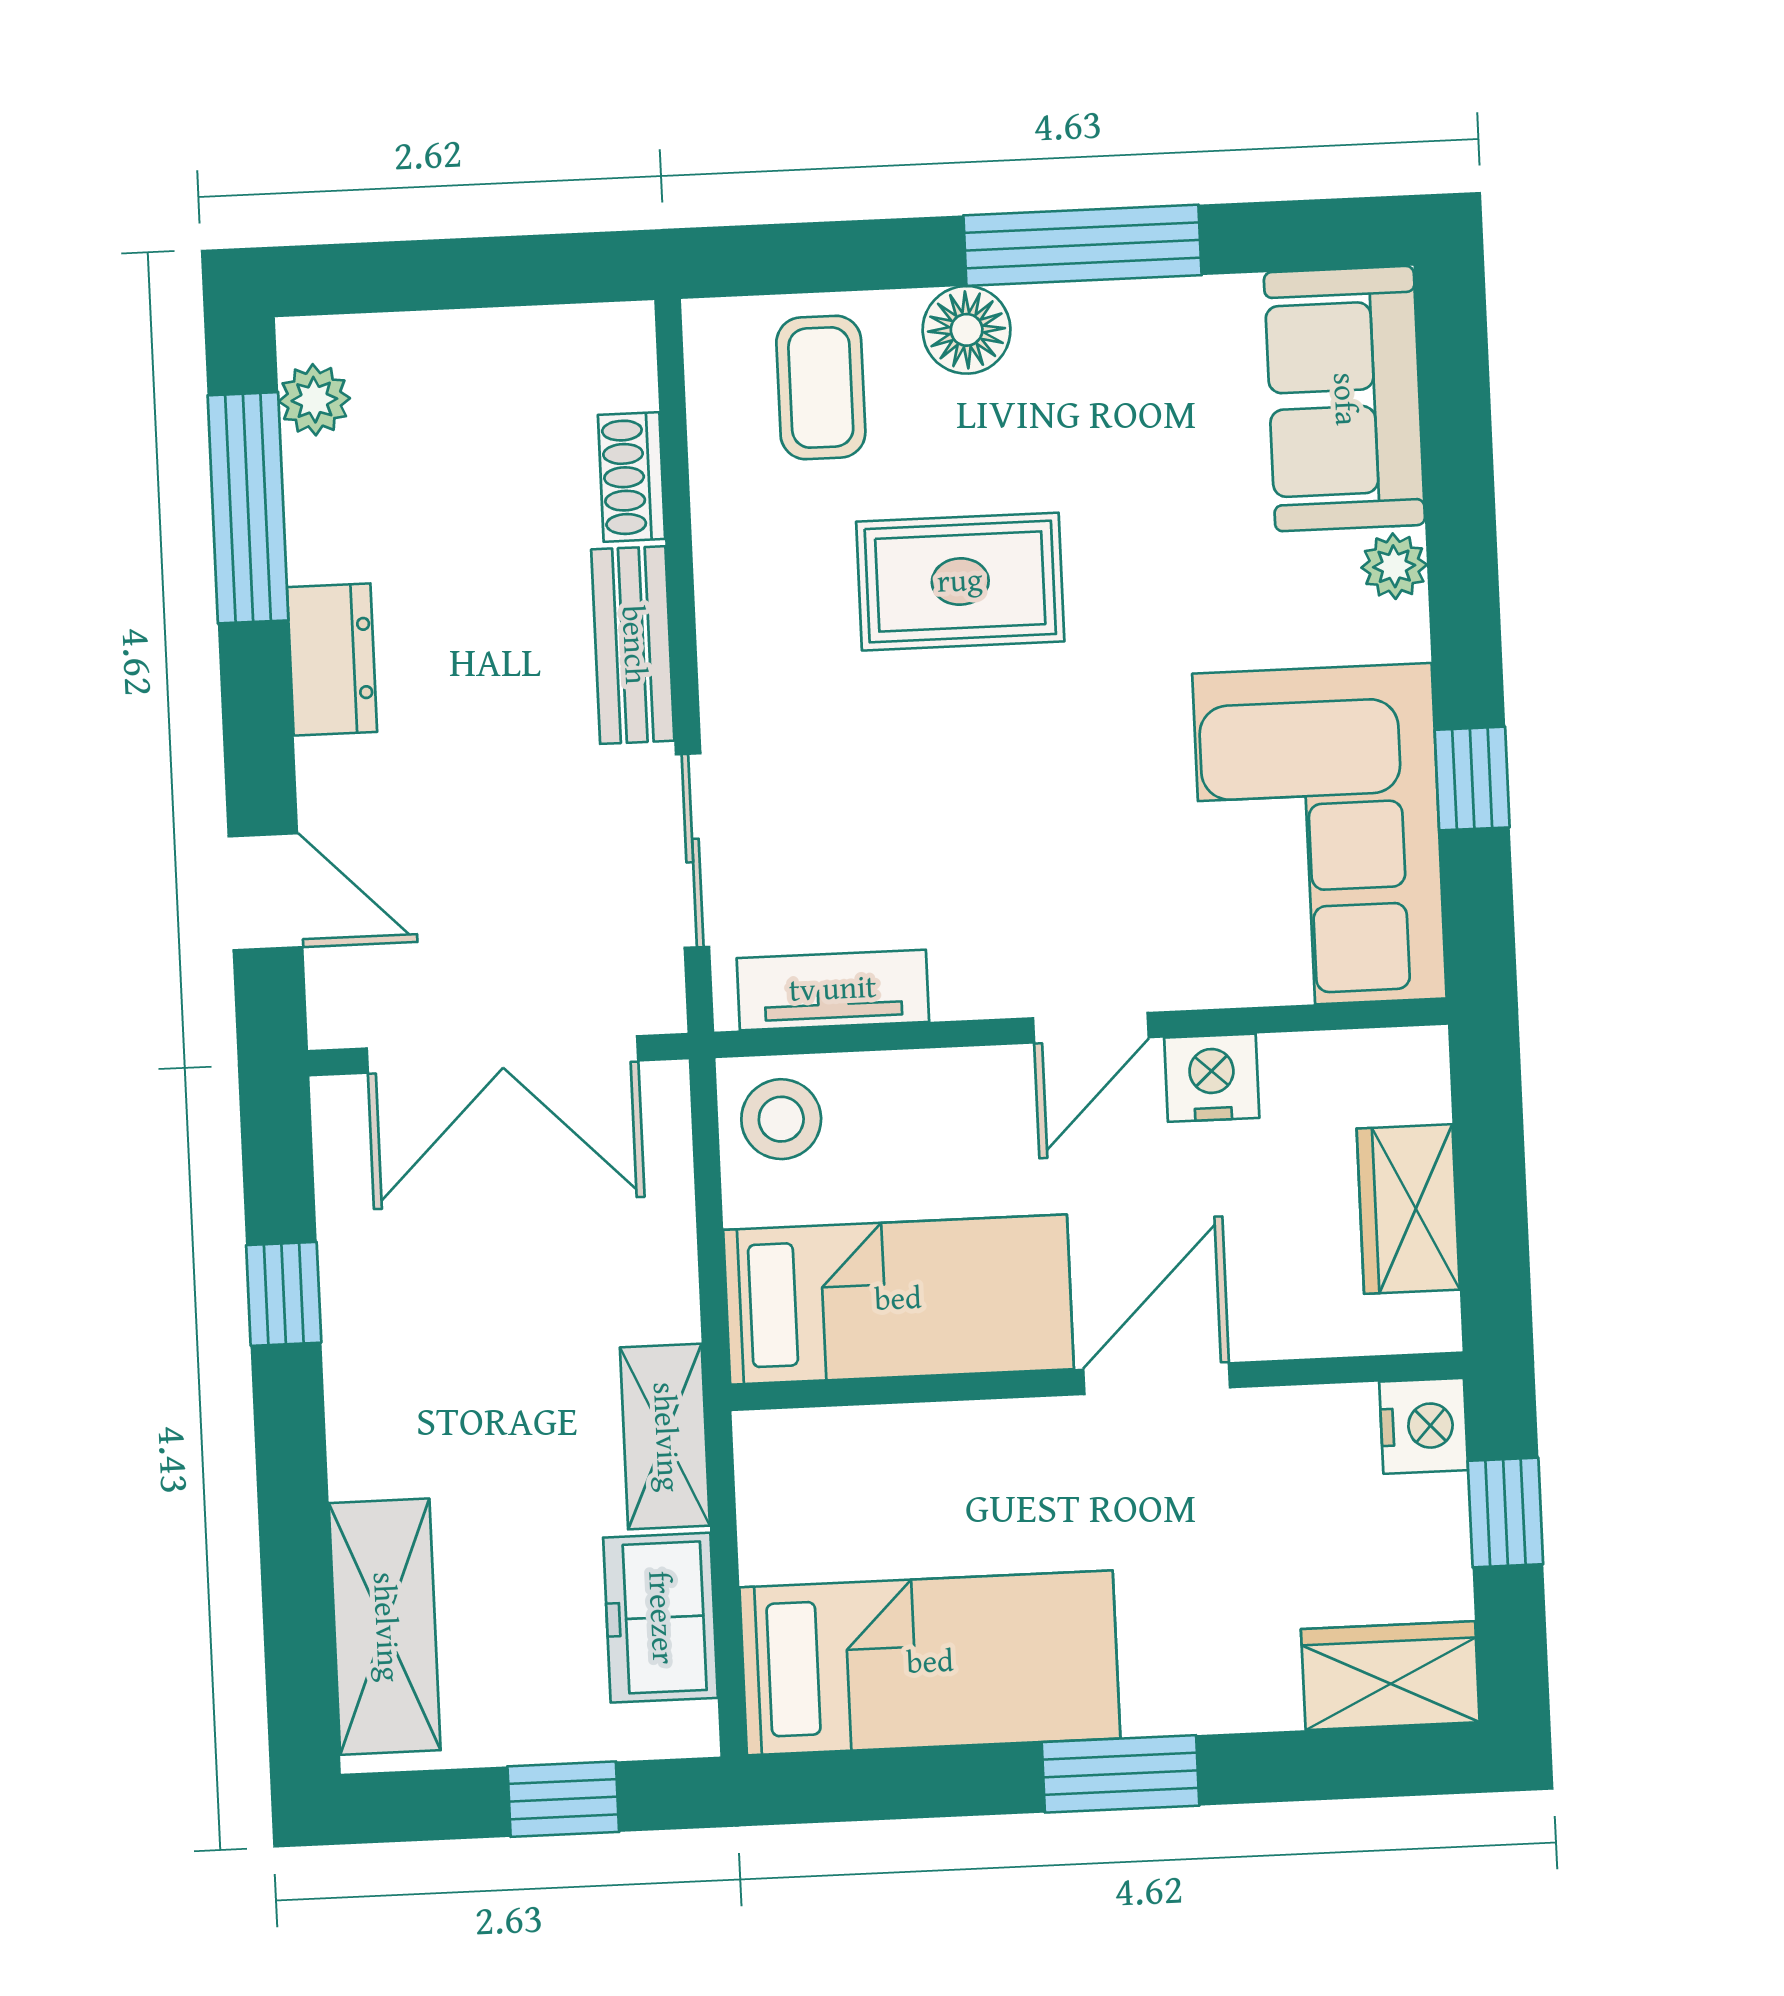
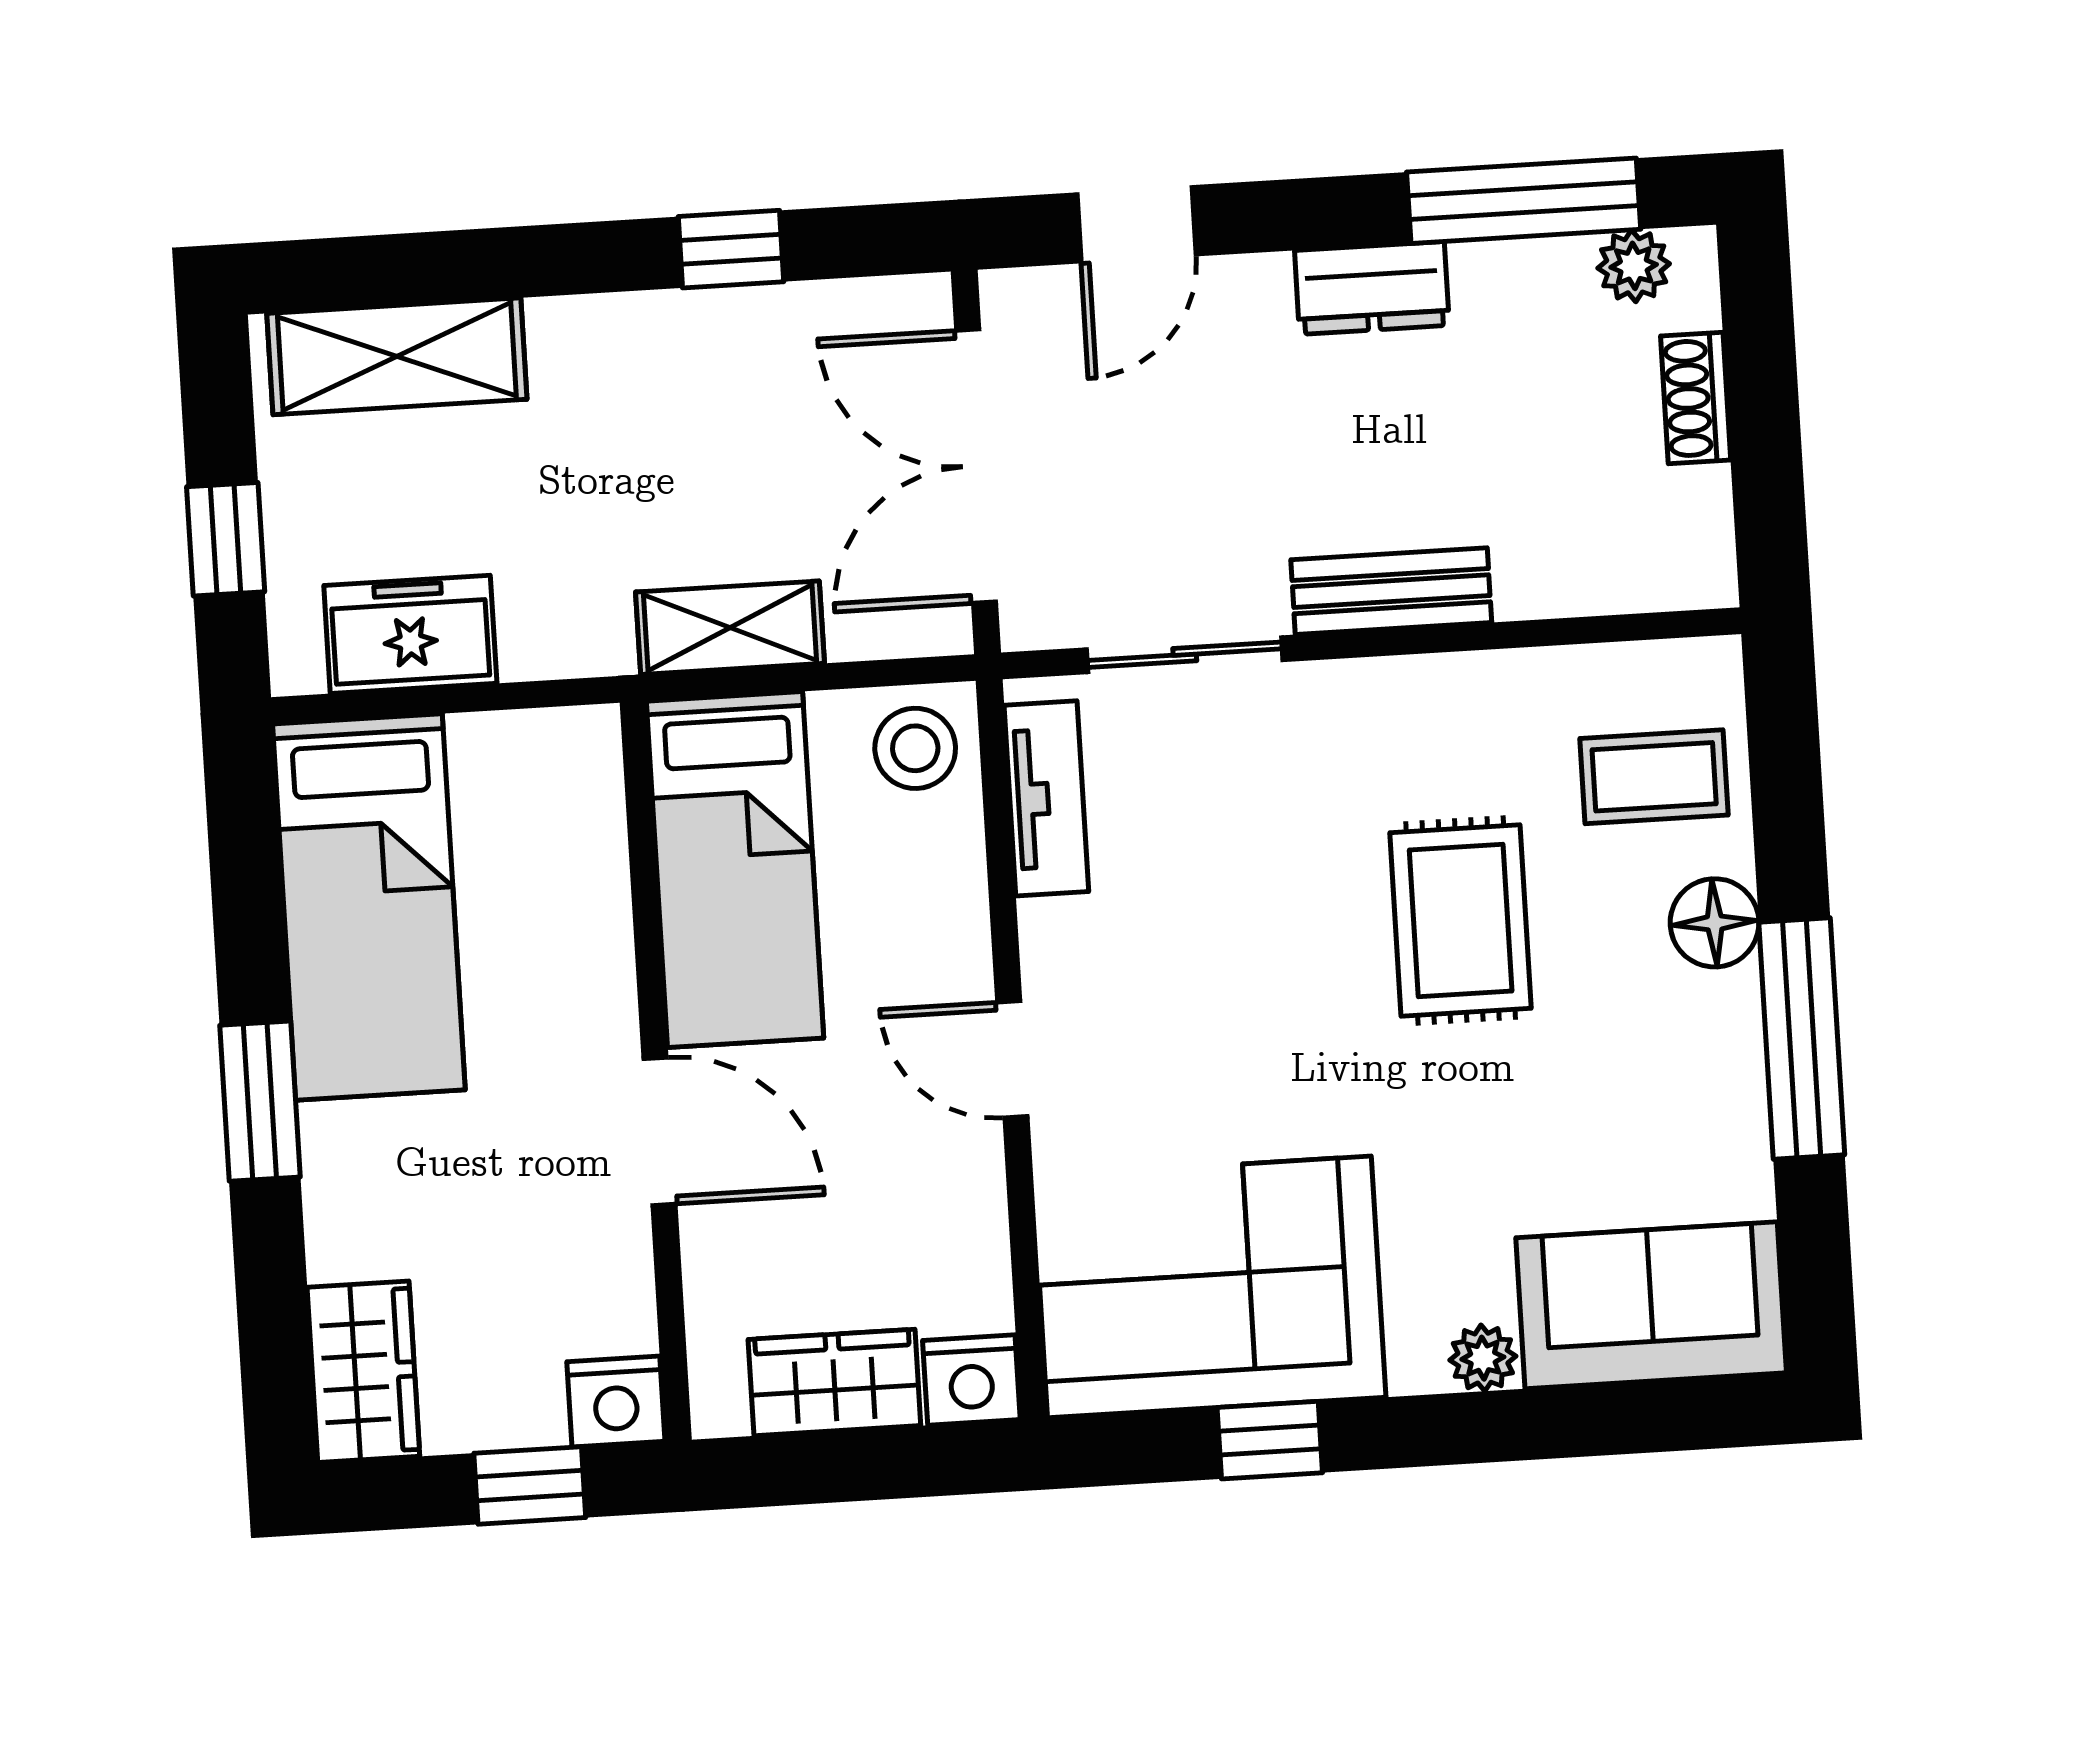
shoe rack: (631, 477) -> (1696, 398), moved, turned -90
nightstand: (1212, 1078) -> (971, 1380), moved, turned 90
shelving: (665, 1437) -> (730, 628), moved

